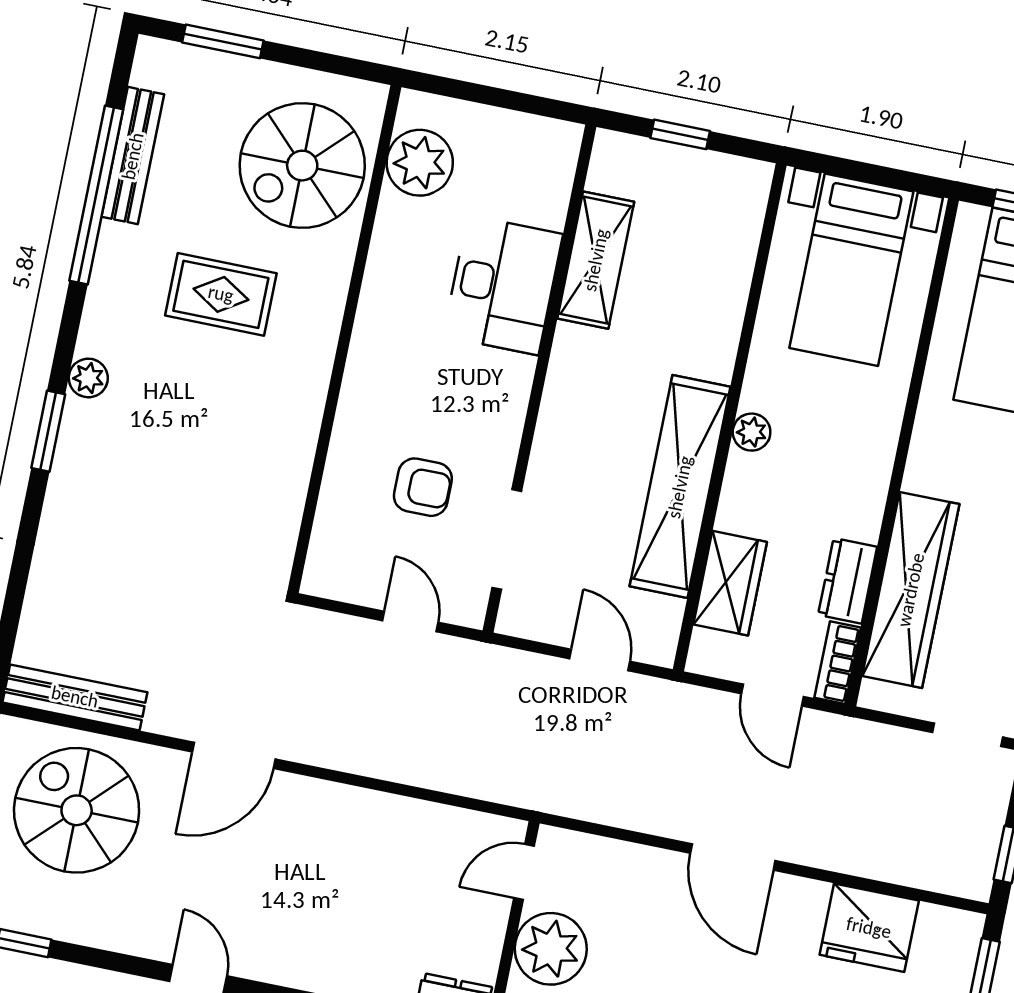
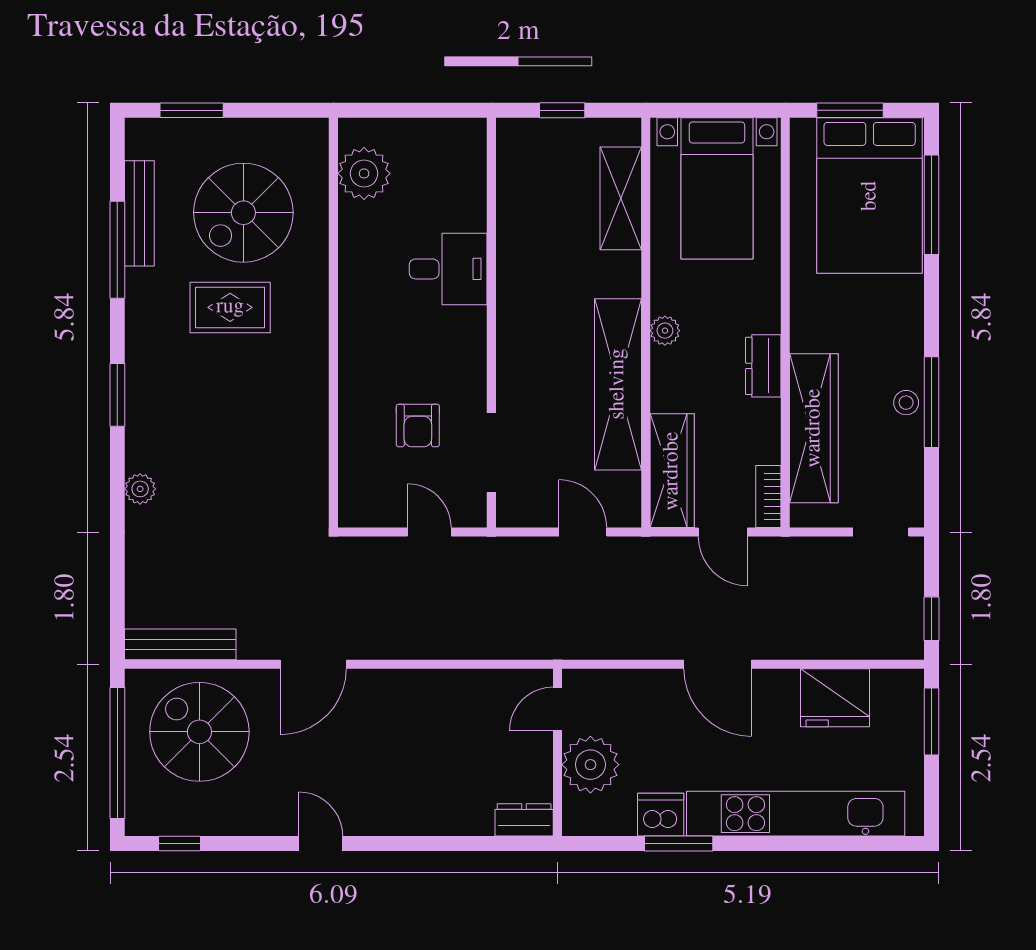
spiral stairs: (302, 166) -> (243, 213), moved
window: (96, 195) -> (117, 250), width x0.68
shelving: (596, 260) -> (621, 198), moved
desk: (503, 285) -> (448, 269), width x0.73
plant: (88, 378) -> (140, 489), moved
window: (48, 431) -> (117, 395), moved
armchair: (423, 487) -> (418, 426), turned 90
dresser: (848, 581) -> (763, 366), moved
wardrobe: (730, 583) -> (672, 471), width x1.50

